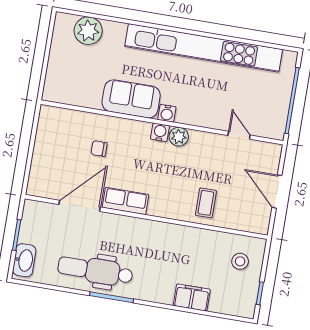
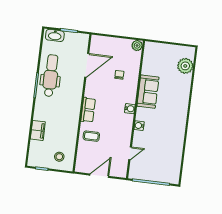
kitchen unit: (204, 48) -> (178, 131), removed
water cooler: (167, 113) -> (139, 126), moved
plant: (179, 137) -> (137, 45), moved
row of seats: (126, 201) -> (88, 110), moved
door: (80, 206) -> (87, 65), hinge flipped

